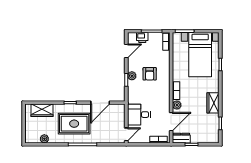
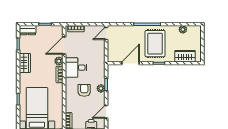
desk: (139, 115) -> (76, 68), moved, turned 180
rug: (74, 124) -> (155, 44), turned 90
dresser: (181, 138) -> (28, 30), moved

